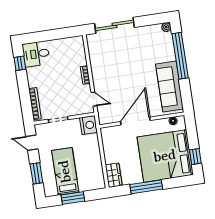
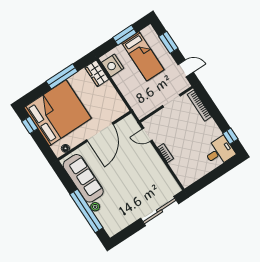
plant: (166, 27) -> (95, 207), moved
nightstand: (89, 125) -> (113, 65), moved

